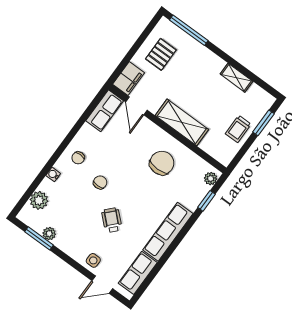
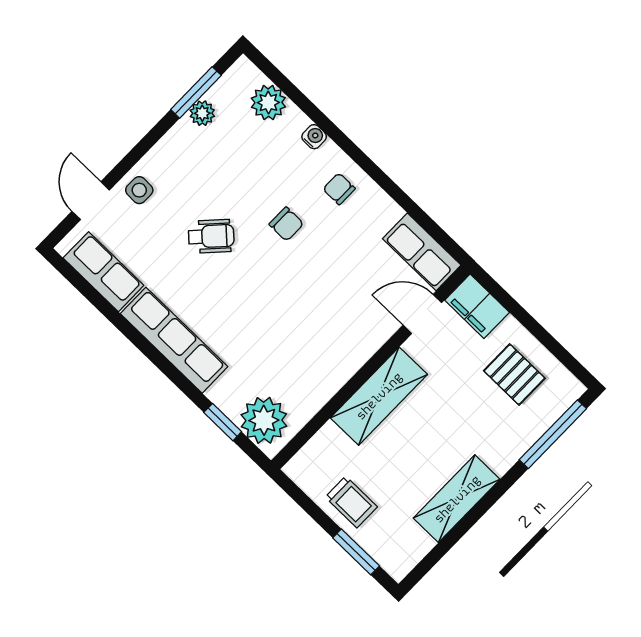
shelving: (236, 78) -> (457, 499), width x1.50, depth x1.33
trolley: (238, 129) -> (351, 502), turned 180
chair: (162, 163) -> (307, 347), removed
plant: (211, 179) -> (264, 420), width x1.88, depth x1.88

